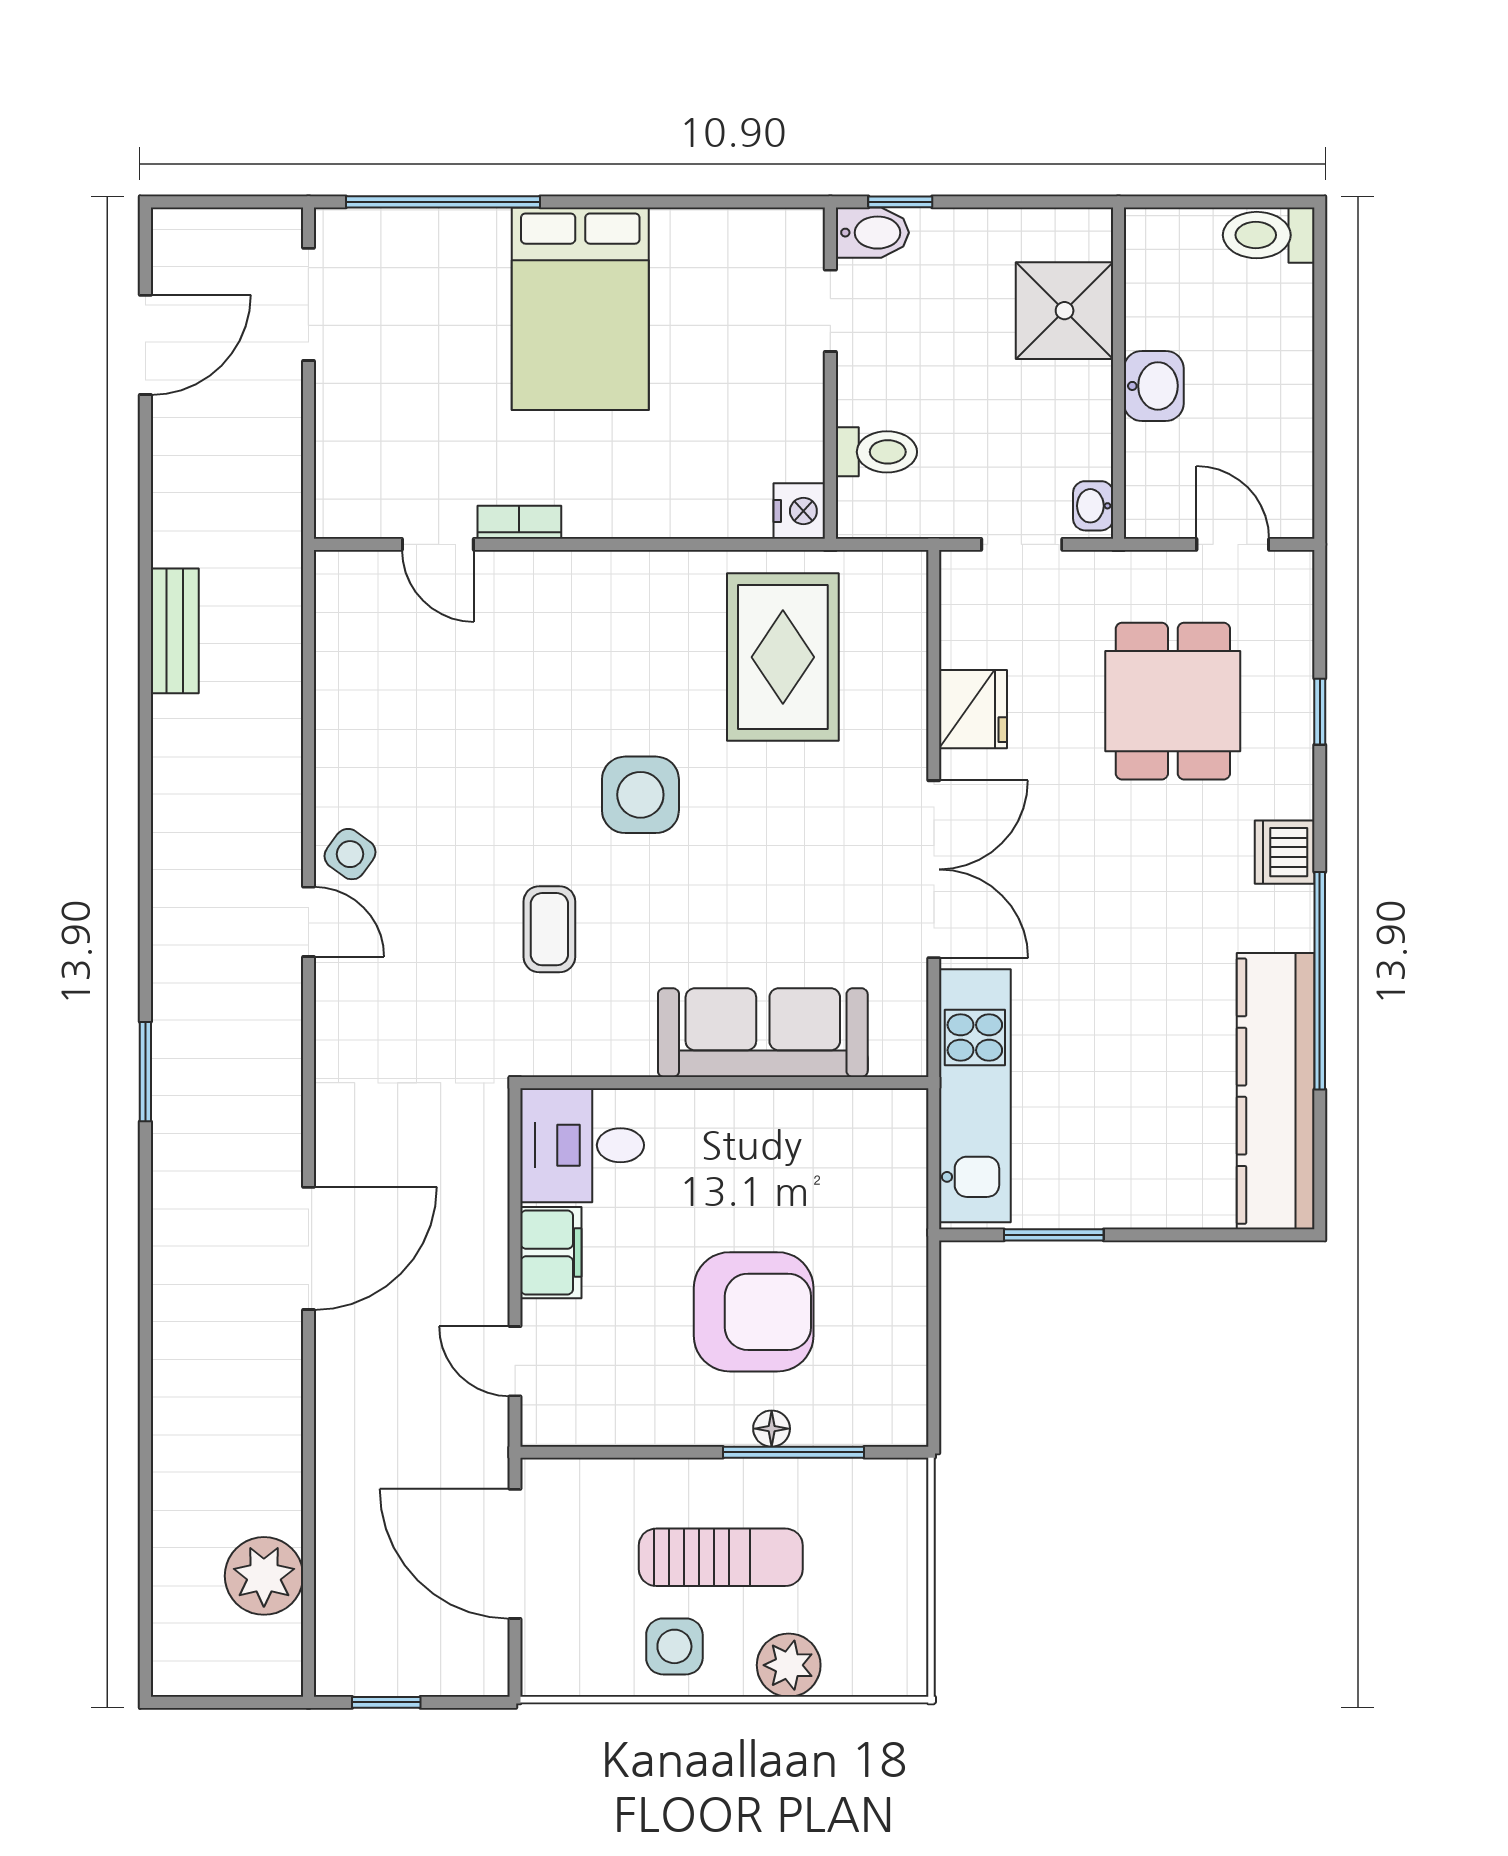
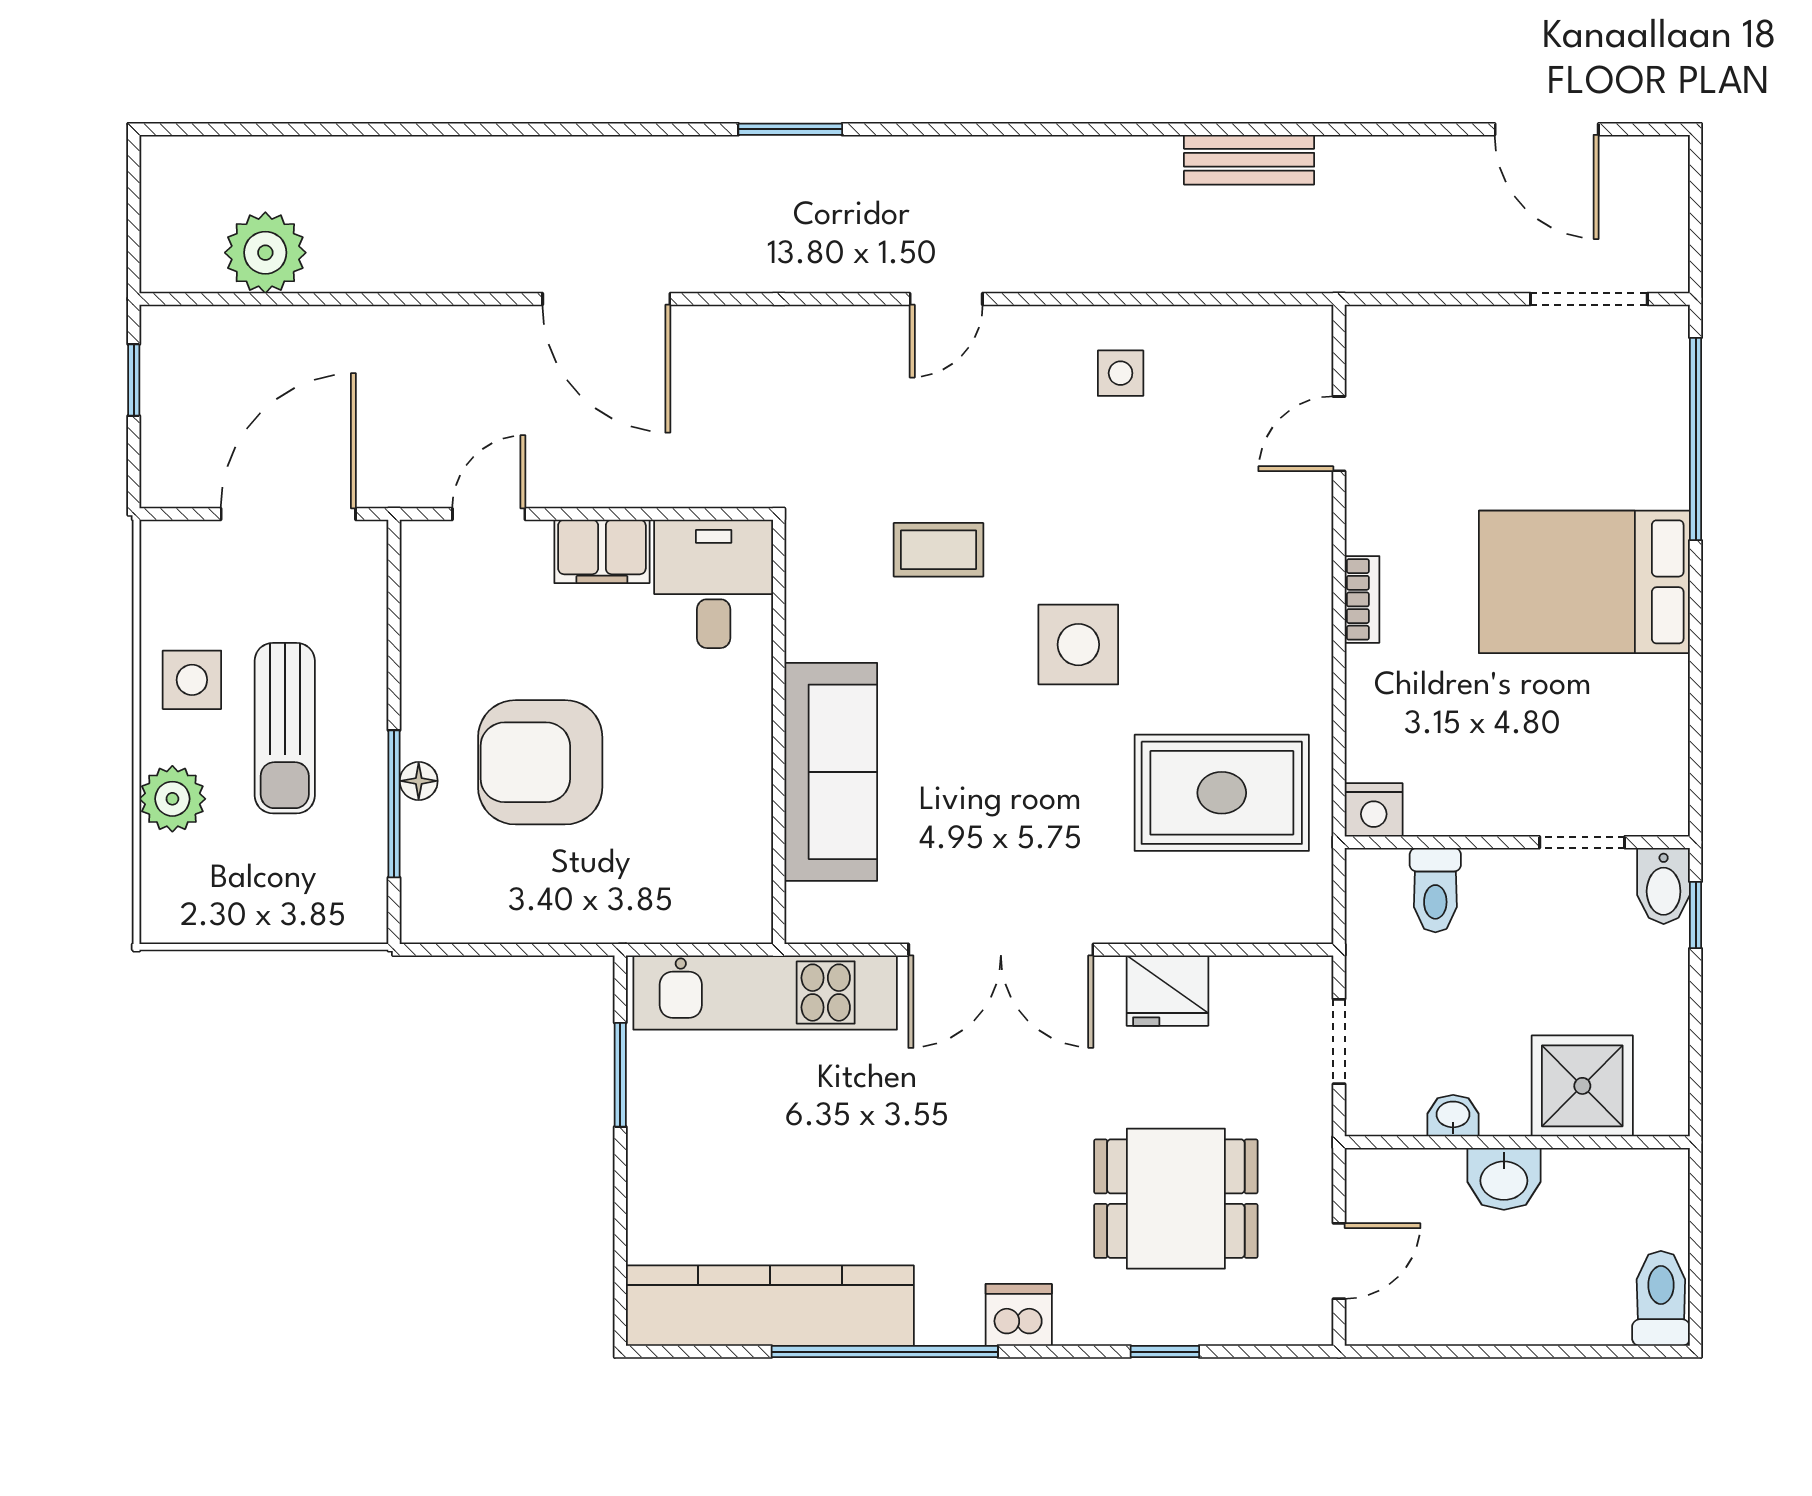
washbasin: (1093, 506) -> (1453, 1116), moved
bookcase: (519, 522) -> (1362, 599), moved
side table: (350, 854) -> (1121, 373), moved, turned -36
armchair: (754, 1312) -> (540, 762), turned 90

